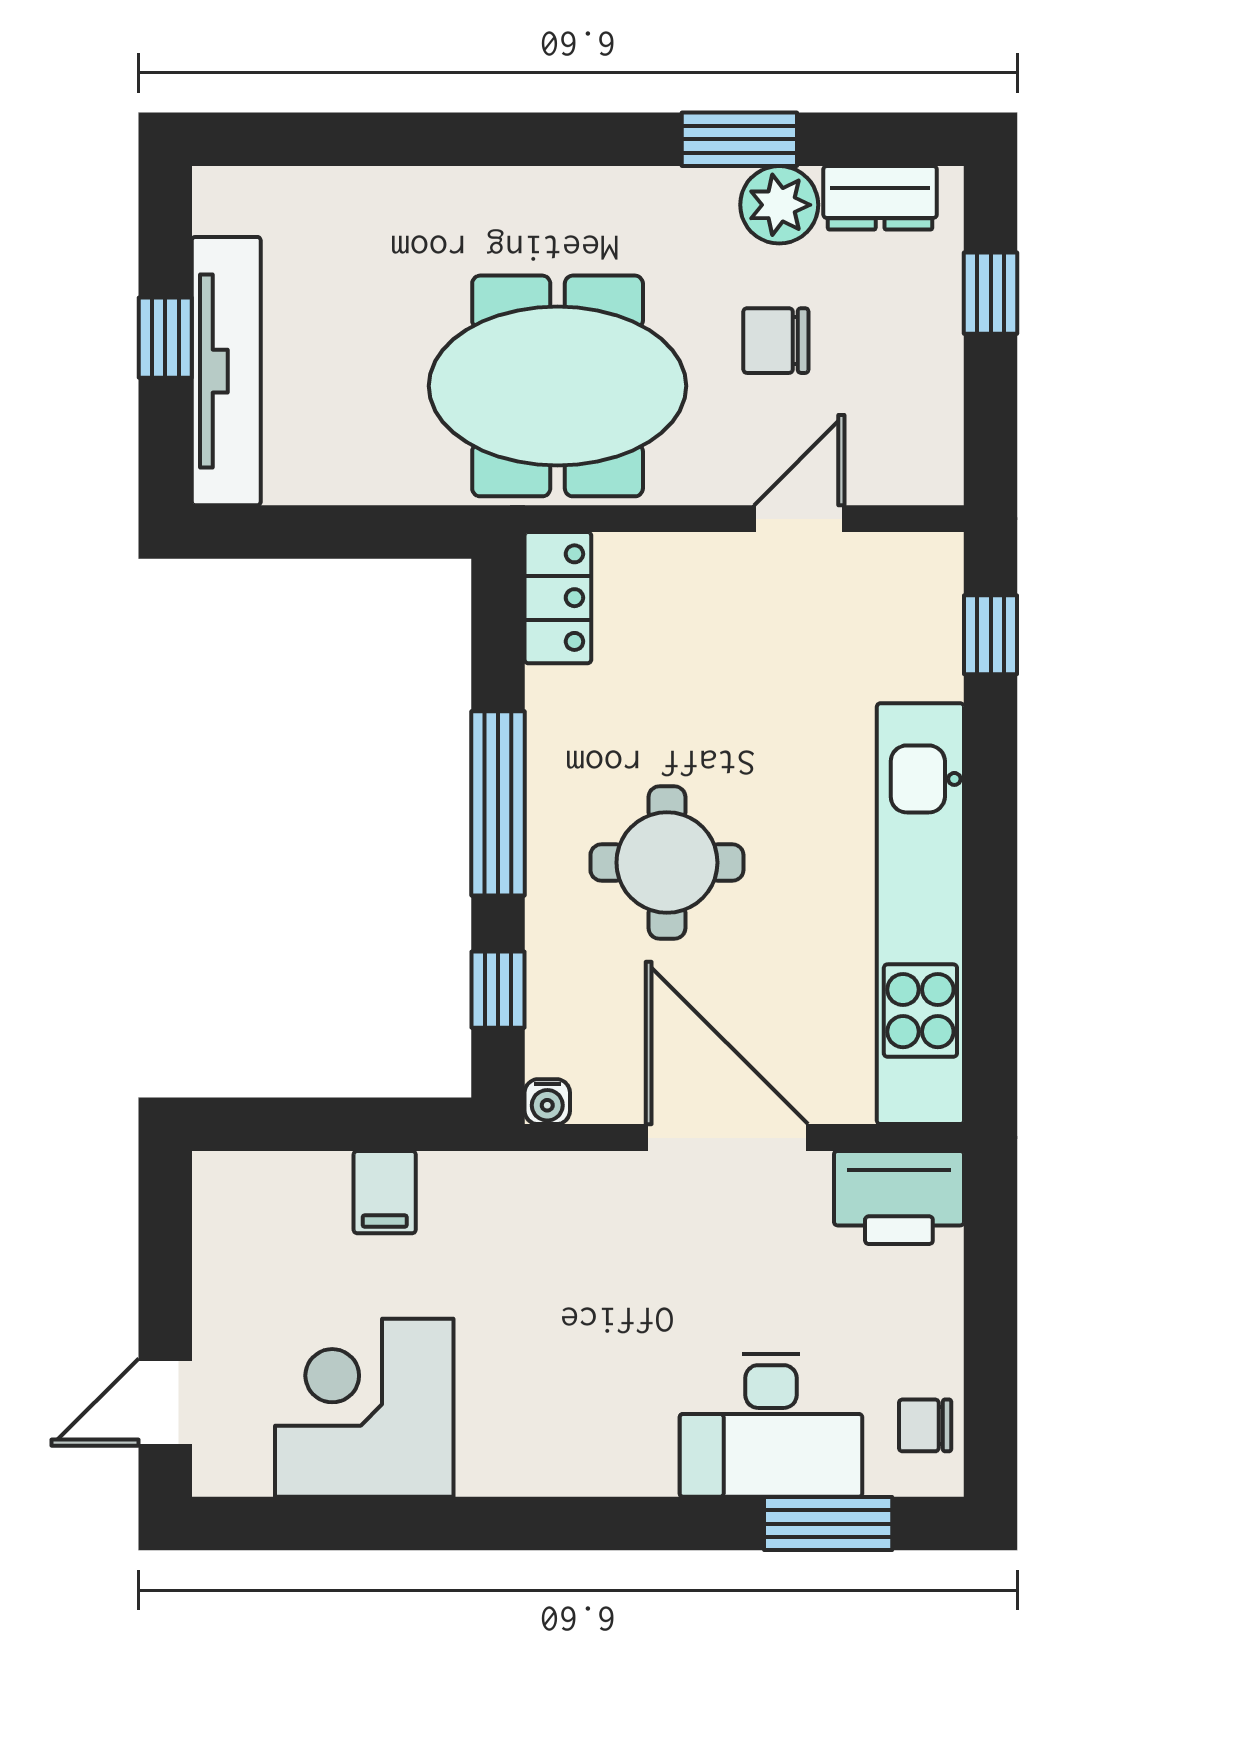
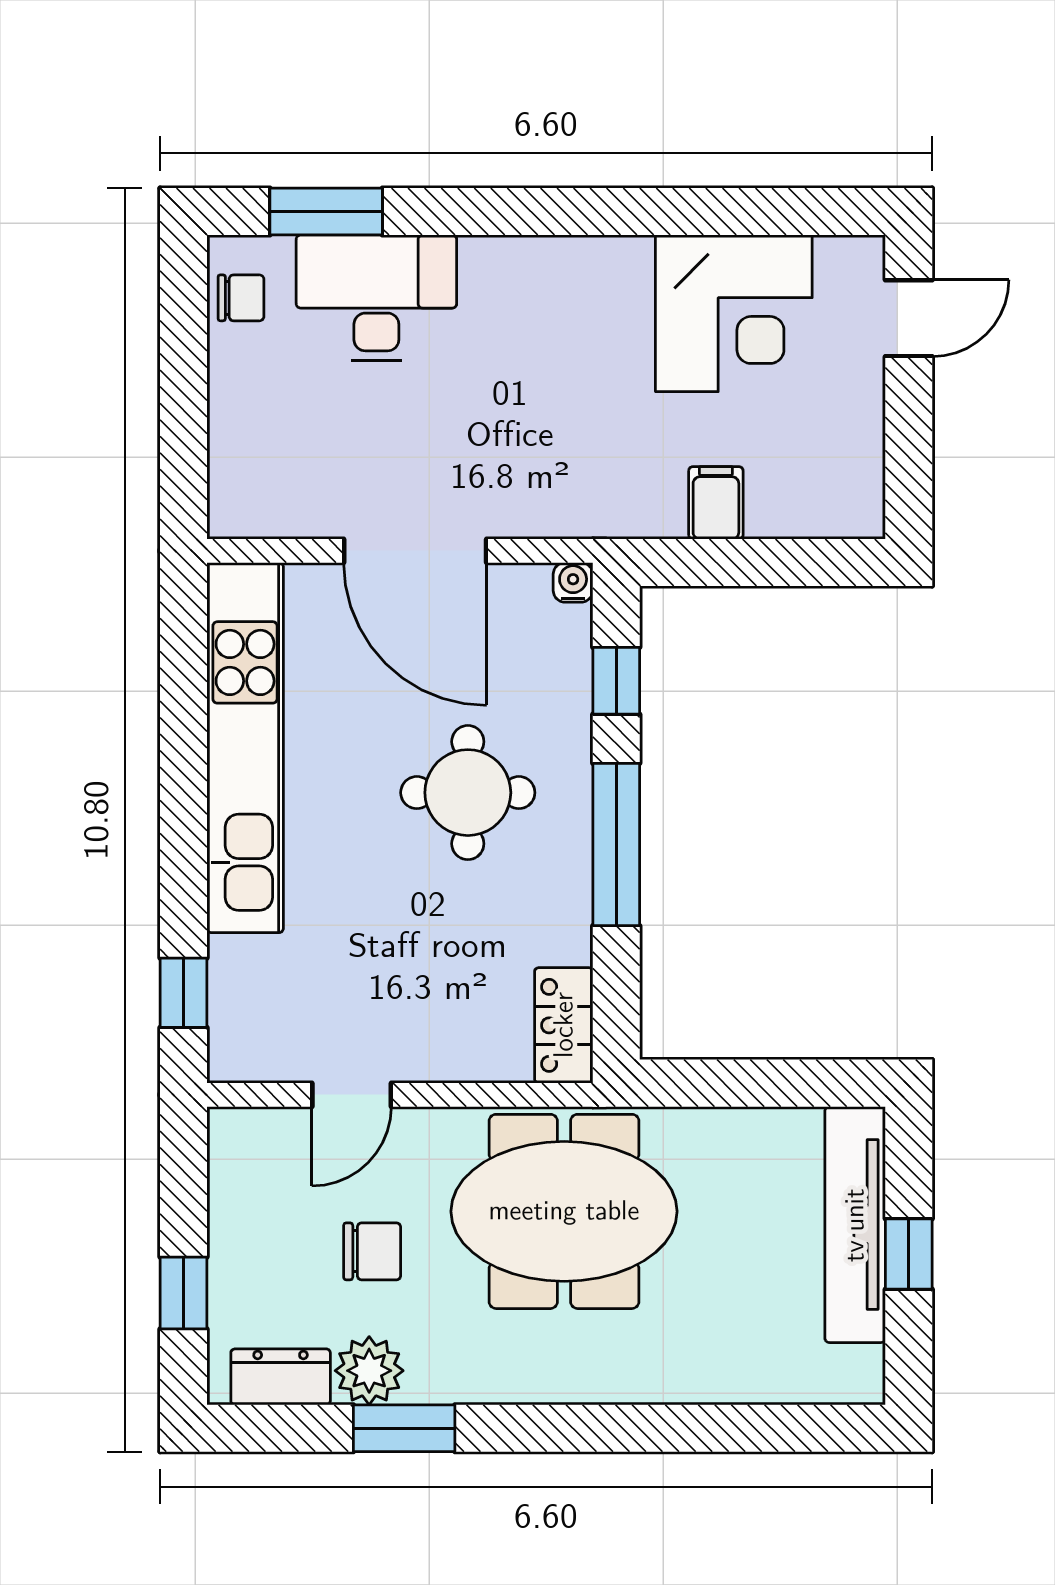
printer: (899, 1198) -> (264, 498), removed

